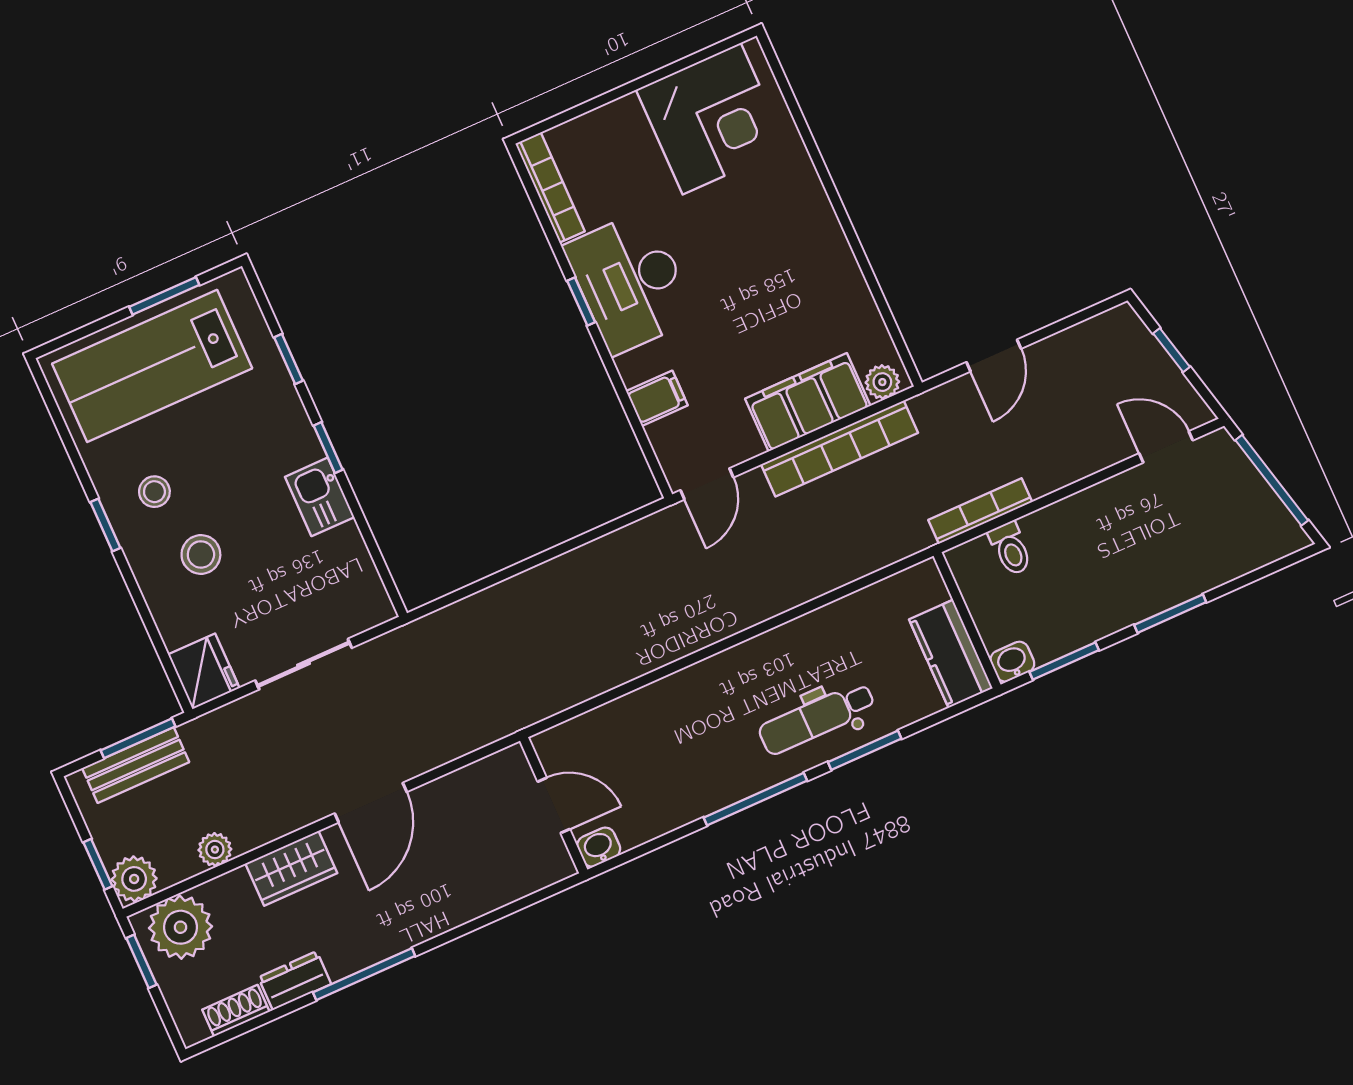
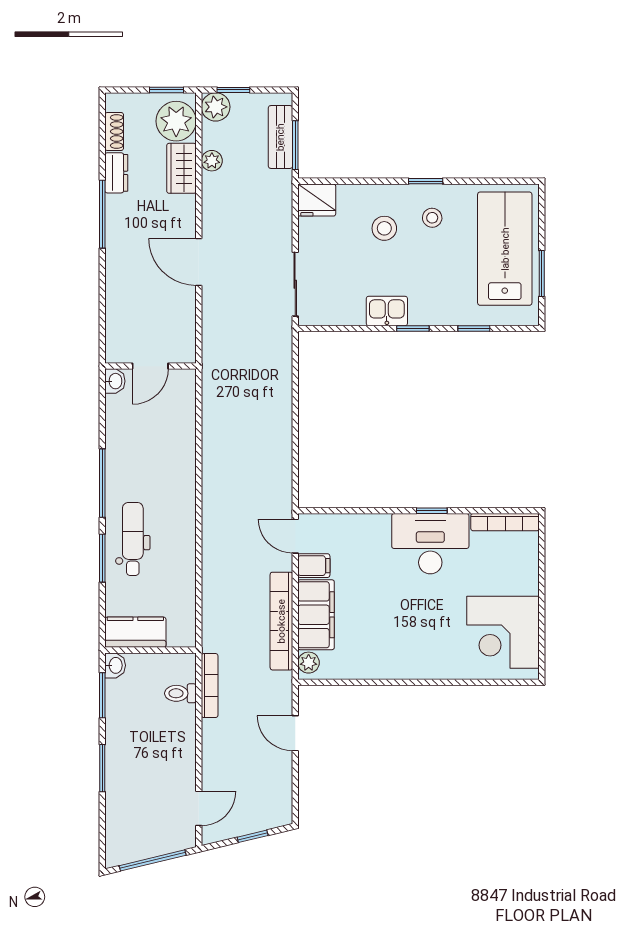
filing cabinet: (657, 398) -> (314, 566), moved, turned -90
sliding door: (304, 664) -> (295, 284), moved
wardrobe: (291, 868) -> (181, 168), moved

